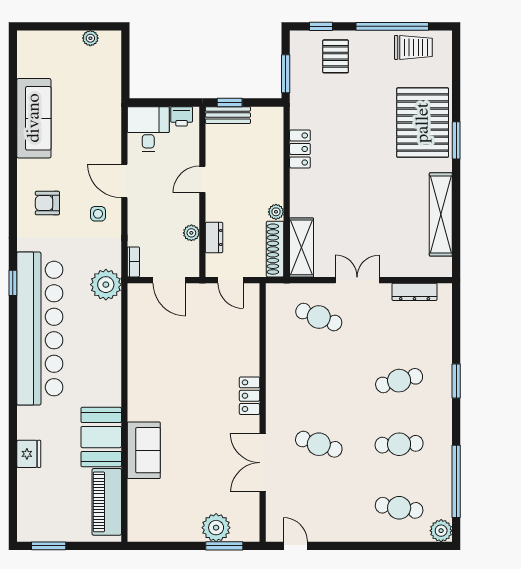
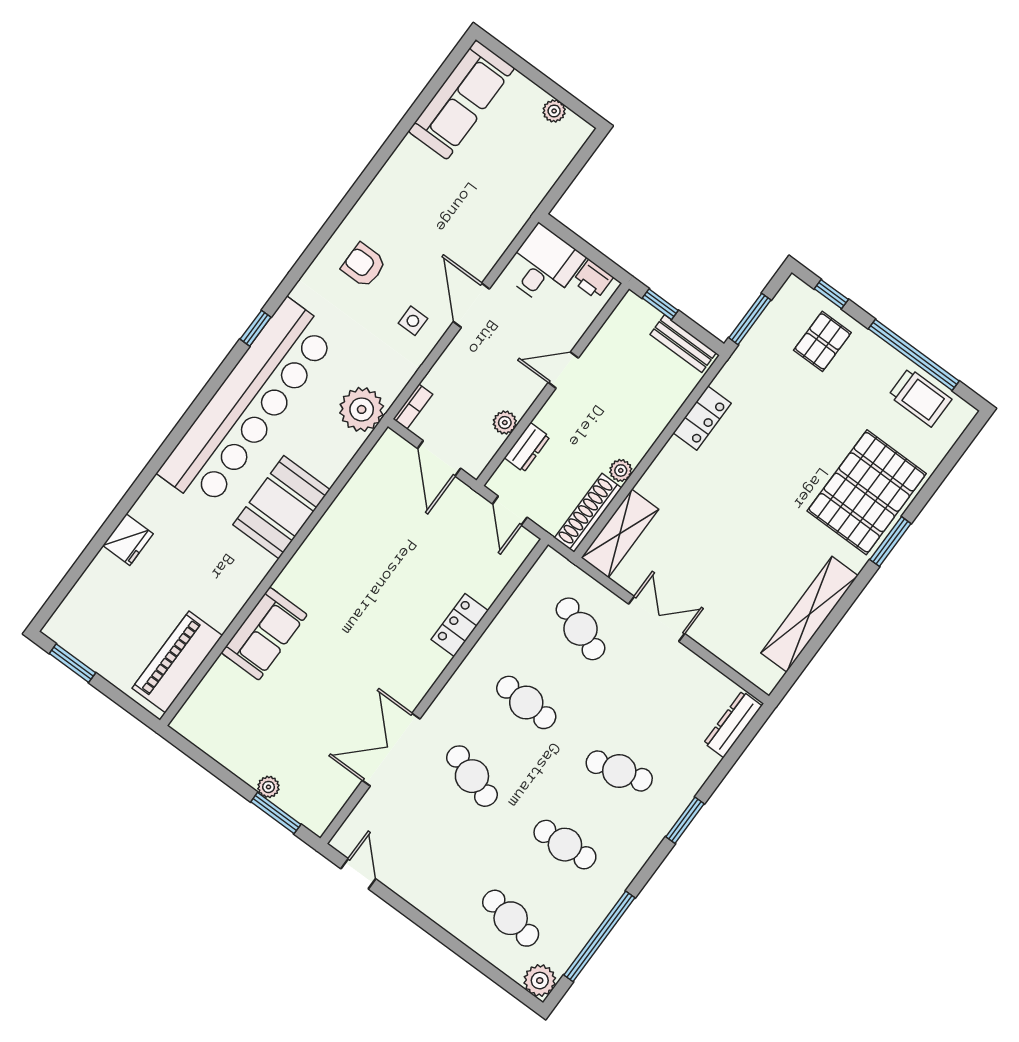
bench: (228, 115) -> (683, 344), moved
sofa: (34, 118) -> (461, 100), moved
dresser: (415, 292) -> (733, 724), moved, turned 90
cafe table: (319, 381) -> (526, 702), added
locker: (250, 396) -> (460, 625), moved
booth: (101, 437) -> (281, 507), moved
plant: (216, 528) -> (268, 787), width x0.53, depth x0.53

